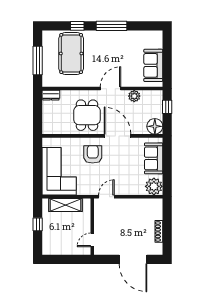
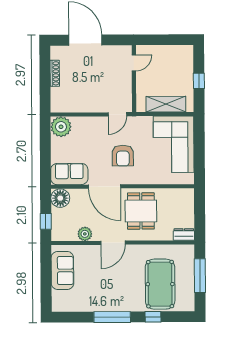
armchair: (93, 154) -> (123, 156), moved
sofa: (154, 158) -> (69, 174), moved, turned -90

